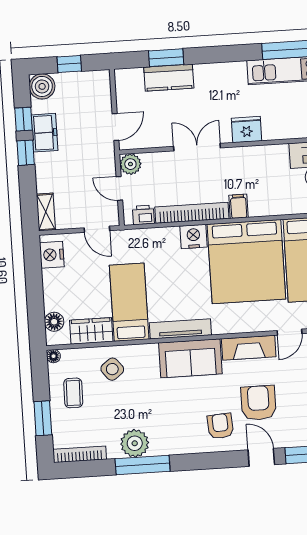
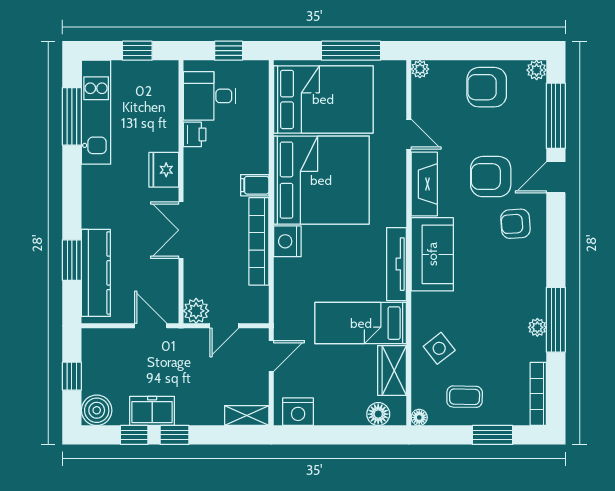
kitchen counter: (169, 78) -> (96, 273), width x1.50
printer: (143, 215) -> (195, 134), moved, turned 180
plant: (135, 443) -> (537, 327), width x0.53, depth x0.53

